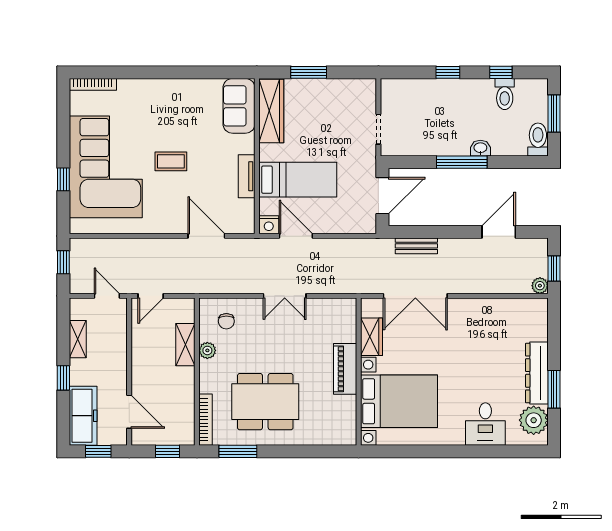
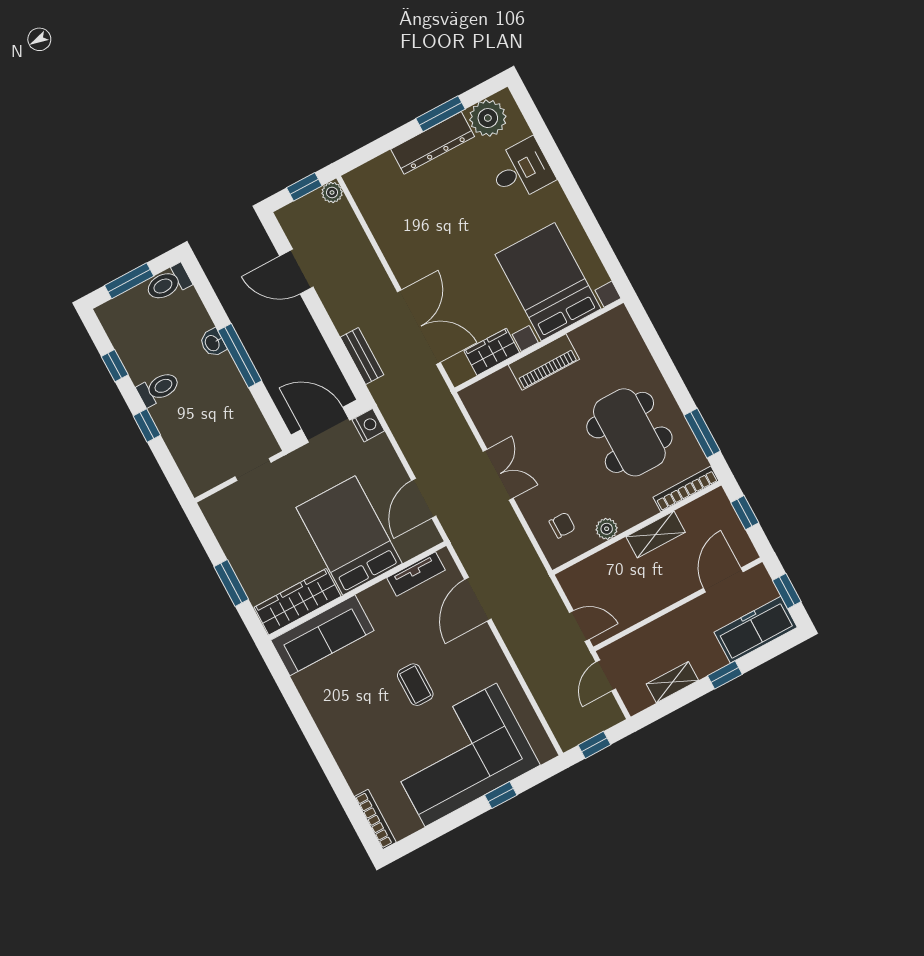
toilet: (505, 94) -> (158, 389), moved
sofa: (239, 106) -> (322, 635), width x1.36
tv unit: (247, 176) -> (416, 574), moved
bed: (298, 180) -> (349, 536), width x1.50
nightstand: (269, 225) -> (368, 425), moved
shelving: (185, 345) -> (656, 534), moved

